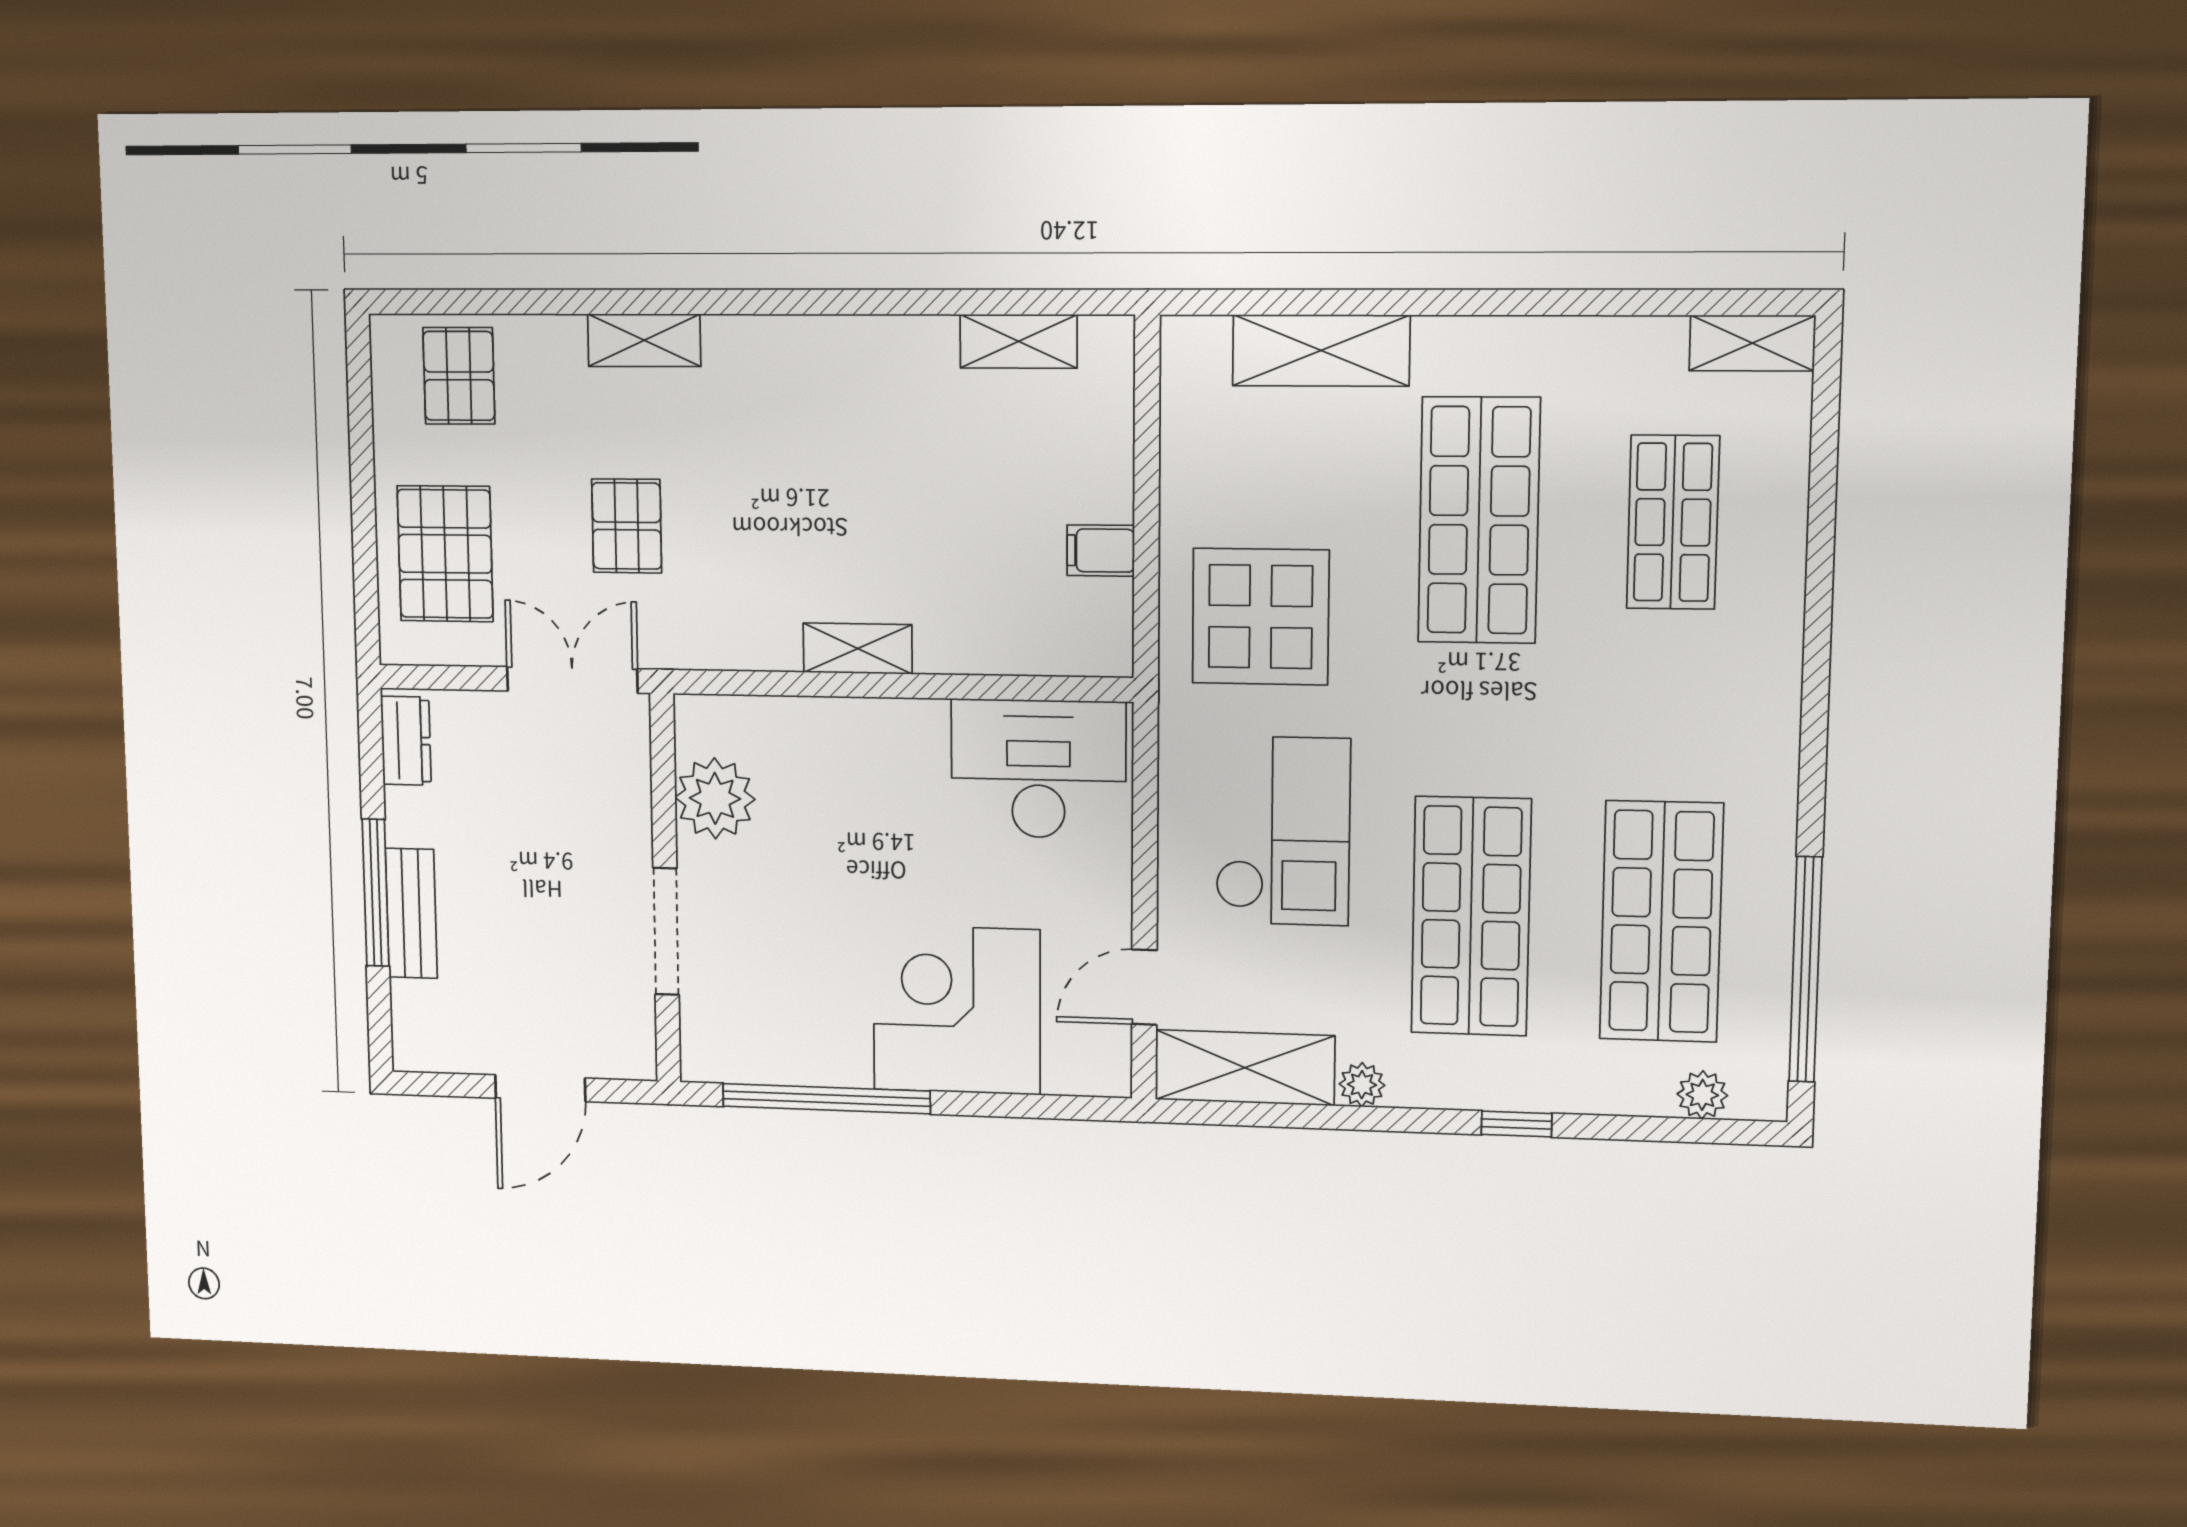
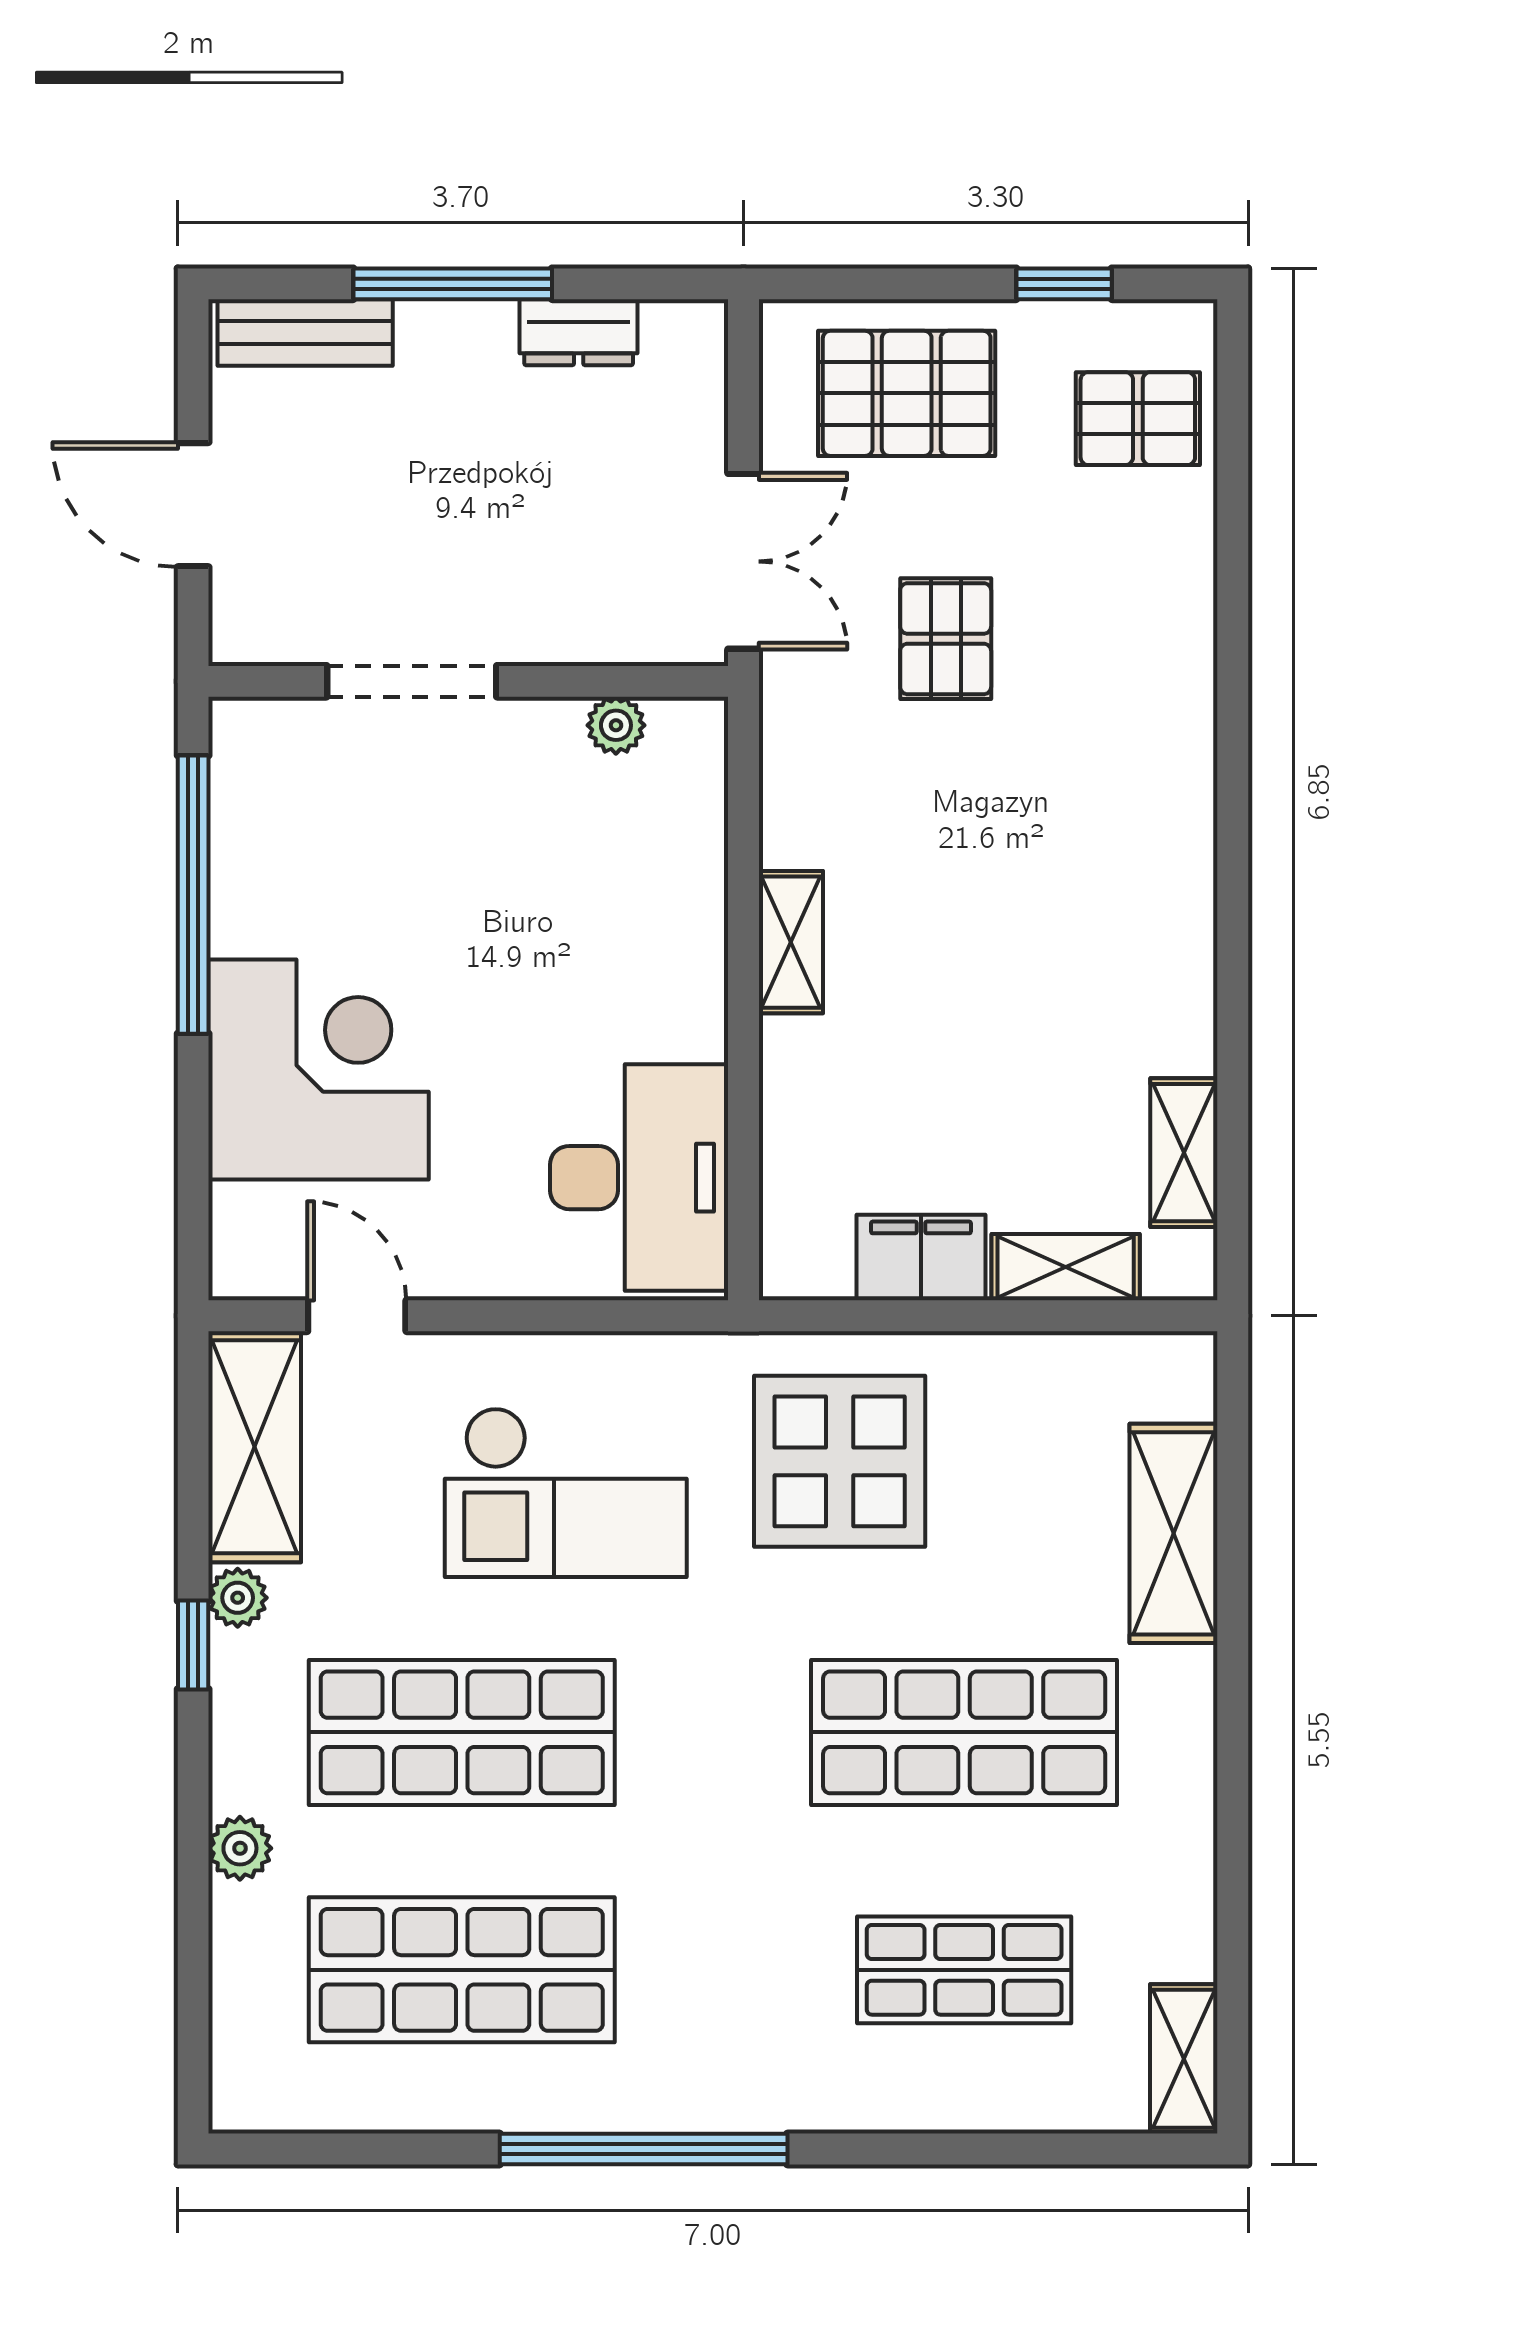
shelving: (644, 340) -> (1066, 1267), moved, turned 90
window: (361, 432) -> (1064, 284), added
pallet: (627, 526) -> (946, 639), turned 90
filing cabinet: (1101, 551) -> (921, 1258), width x2.00
dresser: (406, 741) -> (579, 332), moved
plant: (715, 798) -> (616, 725), width x0.53, depth x0.53
bench: (411, 913) -> (305, 333), moved
window: (1805, 970) -> (644, 2149), moved
plant: (1702, 1095) -> (240, 1848), moved
window: (1517, 1124) -> (193, 1645), moved

